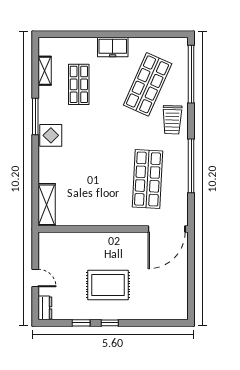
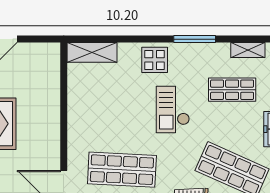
display table: (51, 135) -> (155, 60), moved
checkout: (96, 135) -> (173, 109), added

